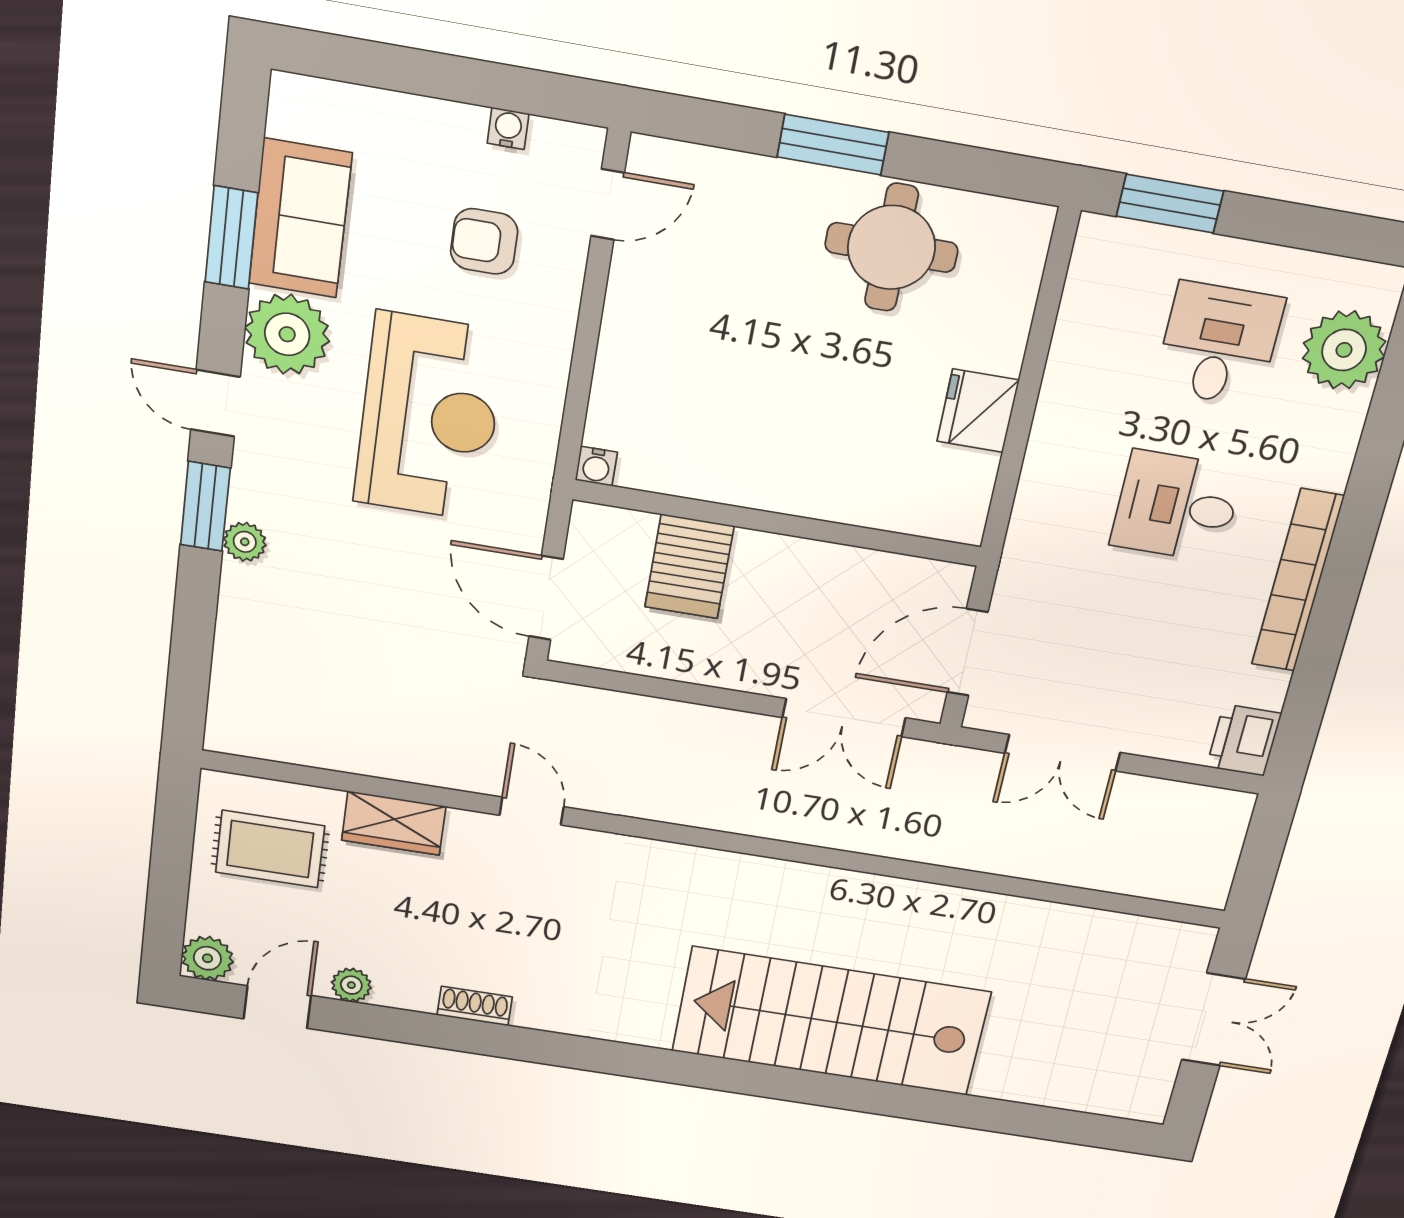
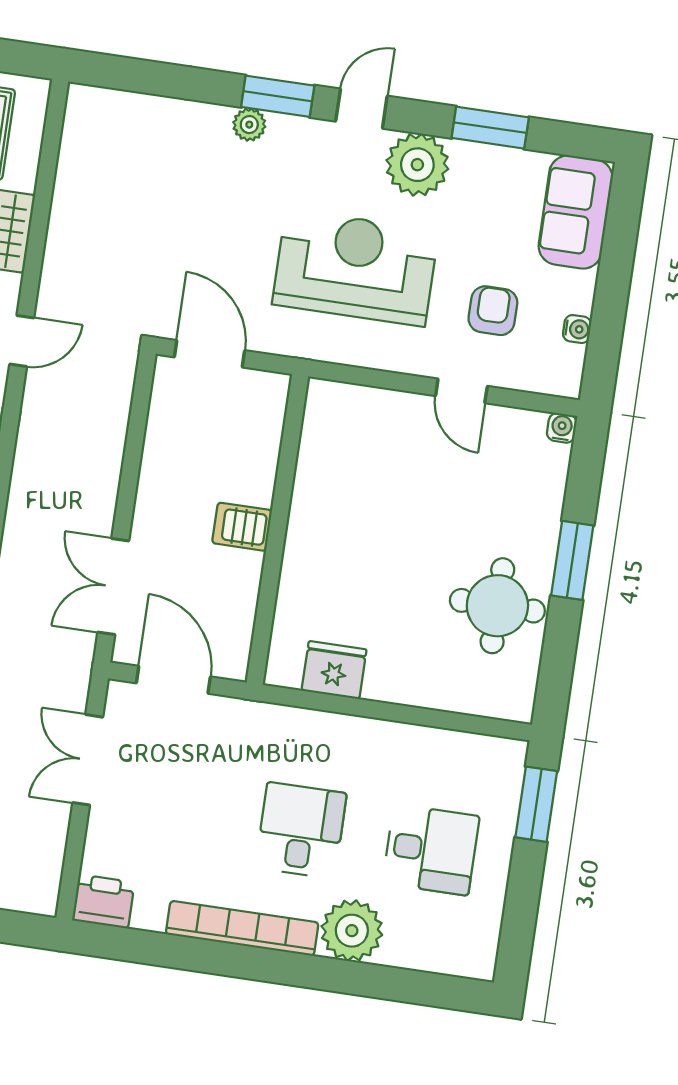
door: (608, 204) -> (461, 391), moved
sofa: (300, 218) -> (576, 212), moved, turned 90
plant: (1344, 350) -> (352, 931), moved
fridge: (978, 411) -> (334, 670), moved
reception desk: (429, 417) -> (355, 268), turned 180
water cooler: (596, 466) -> (562, 428), moved, turned 90
server rack: (689, 567) -> (242, 527), moved, width x0.73, depth x0.70
door: (546, 598) -> (209, 354), hinge flipped

